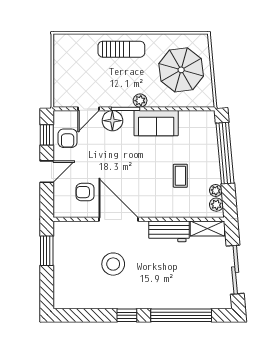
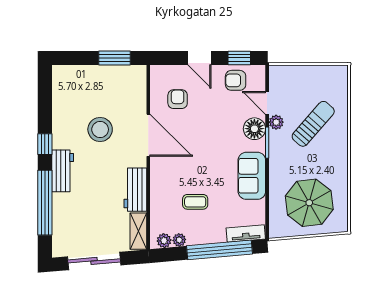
sun lounger: (121, 49) -> (313, 124), moved, turned -139
plant: (140, 101) -> (276, 122), moved
tv unit: (210, 129) -> (246, 233), added
door: (118, 219) -> (148, 135), hinge flipped
workbench: (152, 299) -> (63, 171), added

